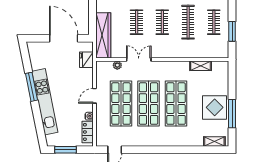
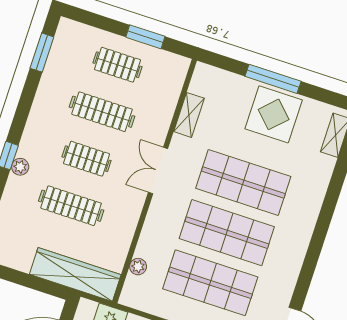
clothes rail: (137, 22) -> (71, 206), width x1.36
double door: (139, 59) -> (158, 170), moved
window: (232, 114) -> (273, 79), moved

